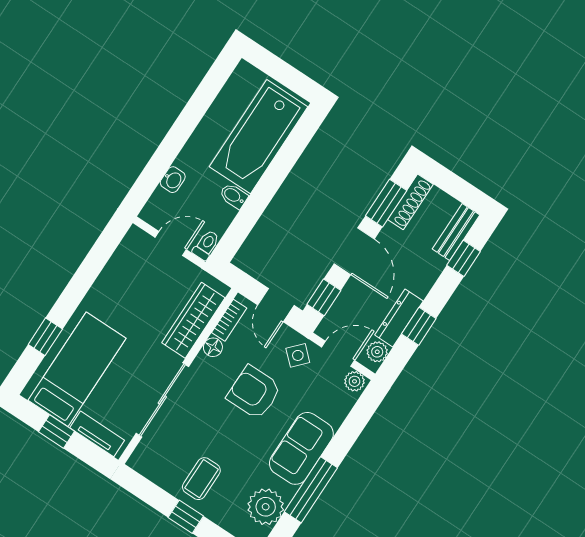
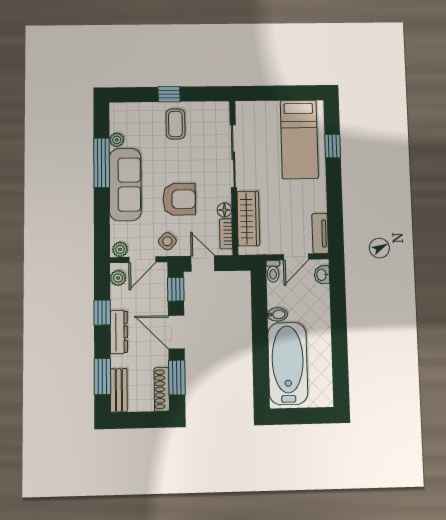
washbasin: (173, 180) -> (322, 275), moved
window: (464, 258) -> (102, 376), width x1.50
dresser: (399, 318) -> (119, 332), moved
window: (56, 431) -> (285, 93), removed
tv unit: (97, 434) -> (320, 233), moved, turned 90
sofa: (301, 448) -> (125, 185), width x1.36
plant: (266, 507) -> (117, 140), width x0.53, depth x0.53

